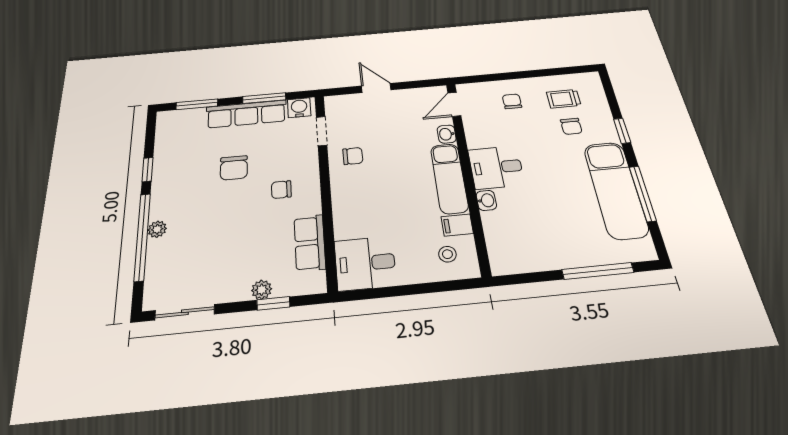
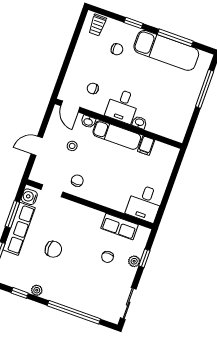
trolley: (564, 99) -> (97, 25), moved
chair: (512, 101) -> (93, 88), moved
window: (148, 170) -> (20, 293), moved
chair: (281, 190) -> (107, 257), moved
plant: (157, 229) -> (37, 290), moved
stool: (447, 254) -> (72, 146), moved

